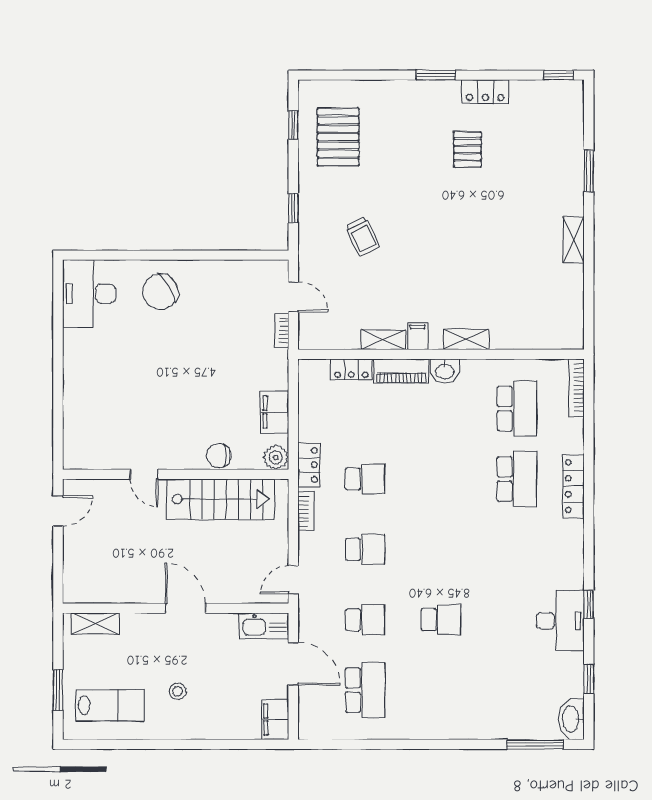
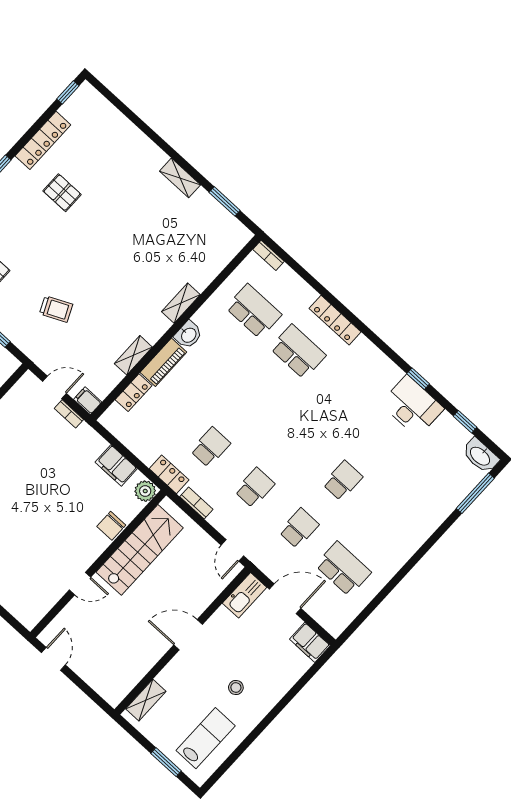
locker: (485, 92) -> (43, 140), width x1.53
window: (589, 171) -> (225, 201), moved
filing cabinet: (418, 336) -> (88, 401), moved
bookcase: (577, 388) -> (268, 255), width x0.64

